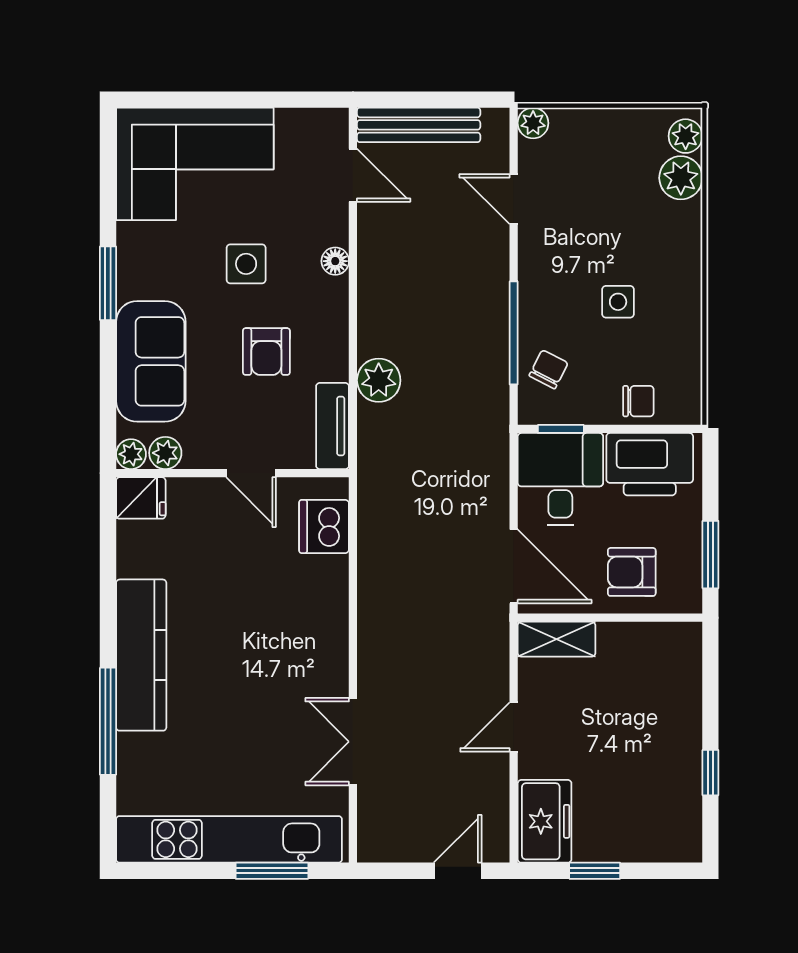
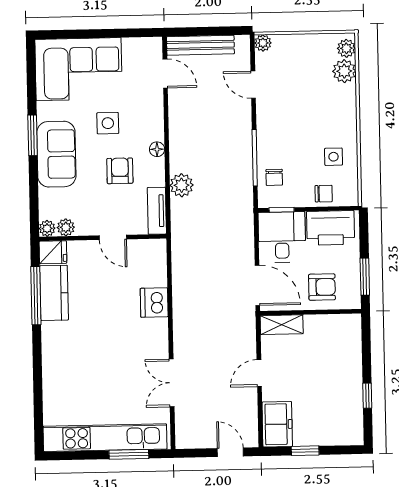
floor lamp: (335, 261) -> (157, 149), moved
side table: (618, 302) -> (334, 157), moved
armchair: (266, 352) -> (120, 171), turned 180
sofa: (151, 361) -> (56, 154), moved
chair: (549, 369) -> (274, 177), turned 153
dishwasher: (324, 526) -> (154, 303), moved
armchair: (632, 572) -> (322, 287), turned 180
kitchen counter: (141, 655) -> (54, 293), moved, width x0.67
window: (108, 721) -> (36, 296), moved
door: (458, 871) -> (230, 452), hinge flipped

